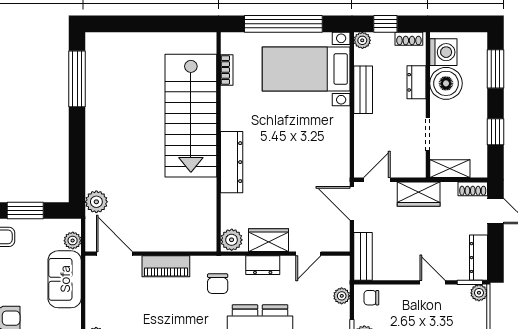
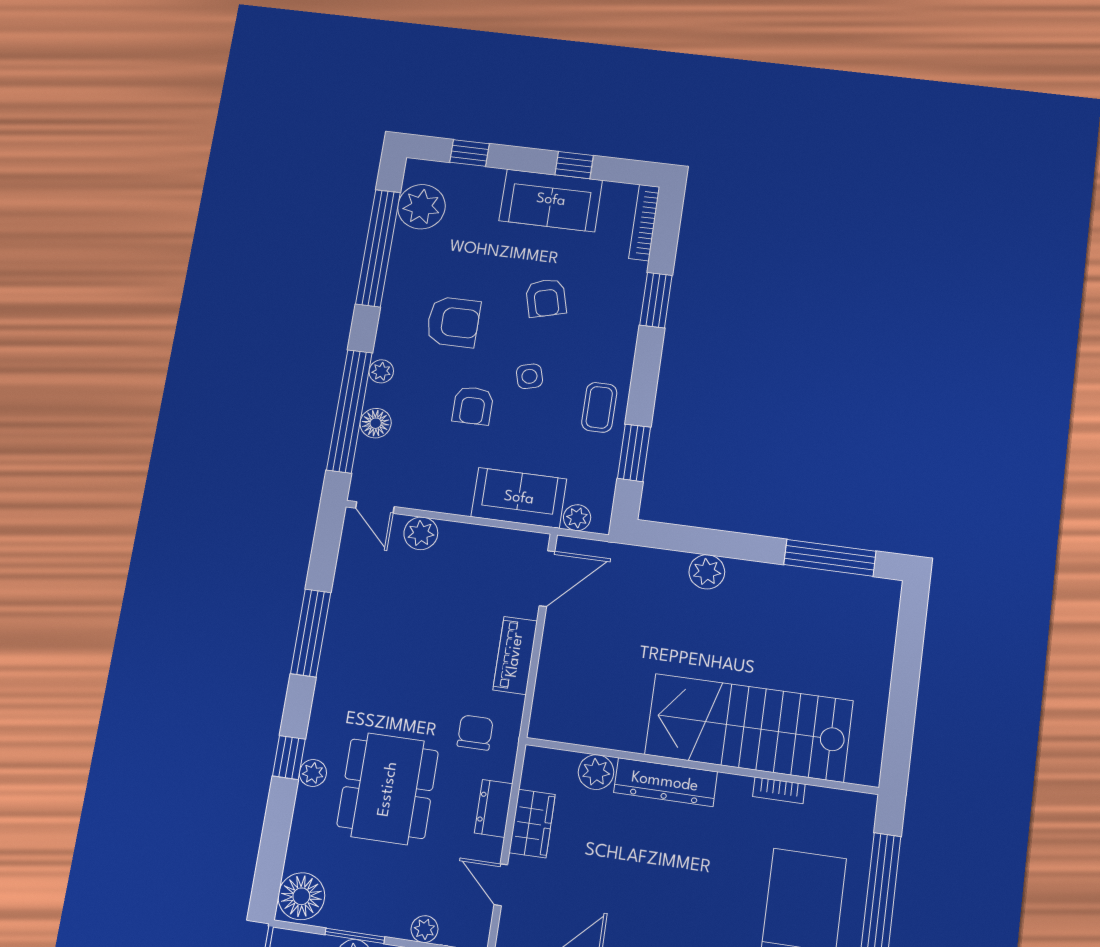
bookcase: (227, 70) -> (779, 790), moved
plant: (96, 202) -> (707, 572), moved
plant: (232, 240) -> (596, 772), moved
chair: (218, 284) -> (475, 733), turned 90

